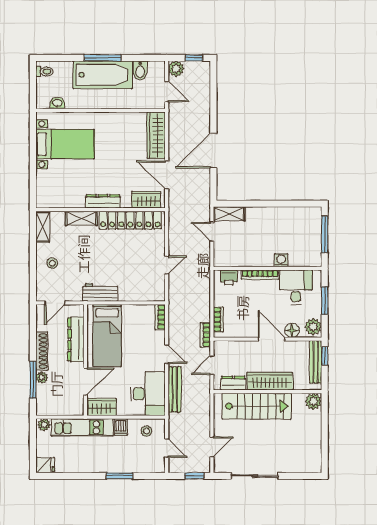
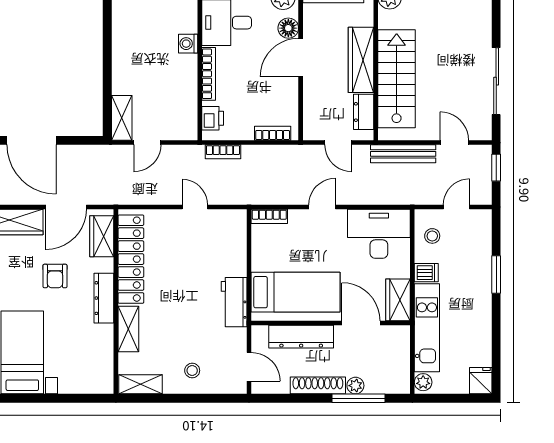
armchair: (118, 167) -> (55, 276), added
bookcase: (205, 335) -> (223, 152), moved
bench: (175, 389) -> (403, 154), moved

